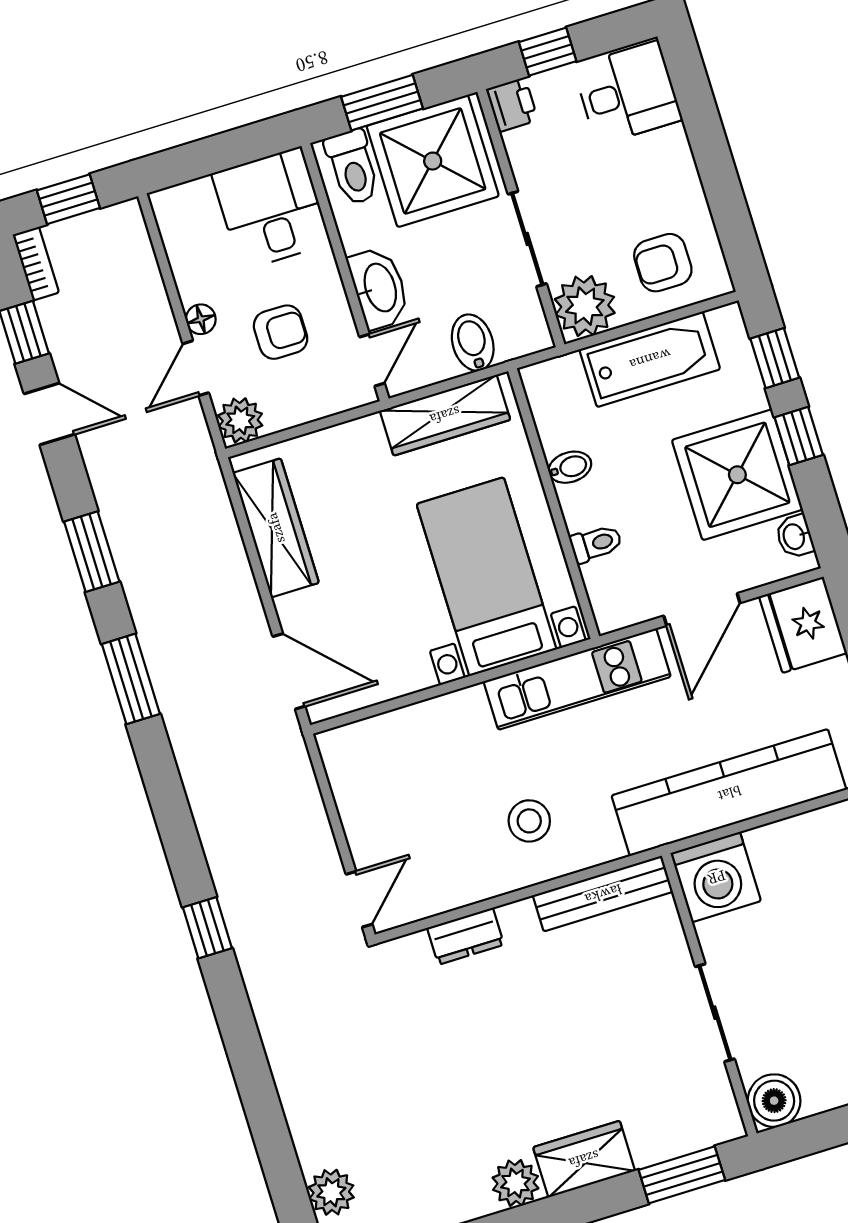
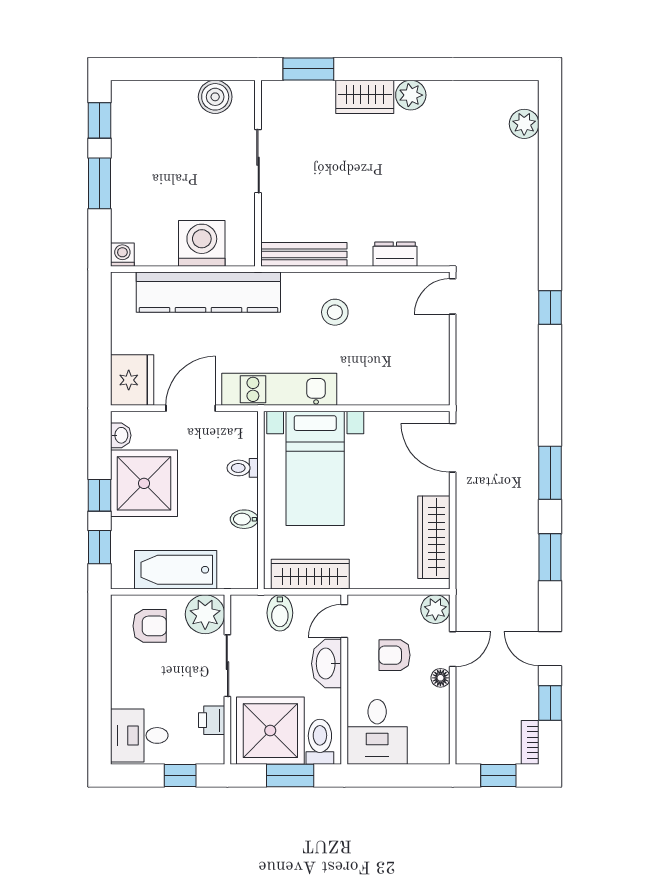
printer: (512, 105) -> (212, 720), moved
washing machine: (716, 877) -> (202, 243), moved
boiler: (774, 1101) -> (215, 97), moved

